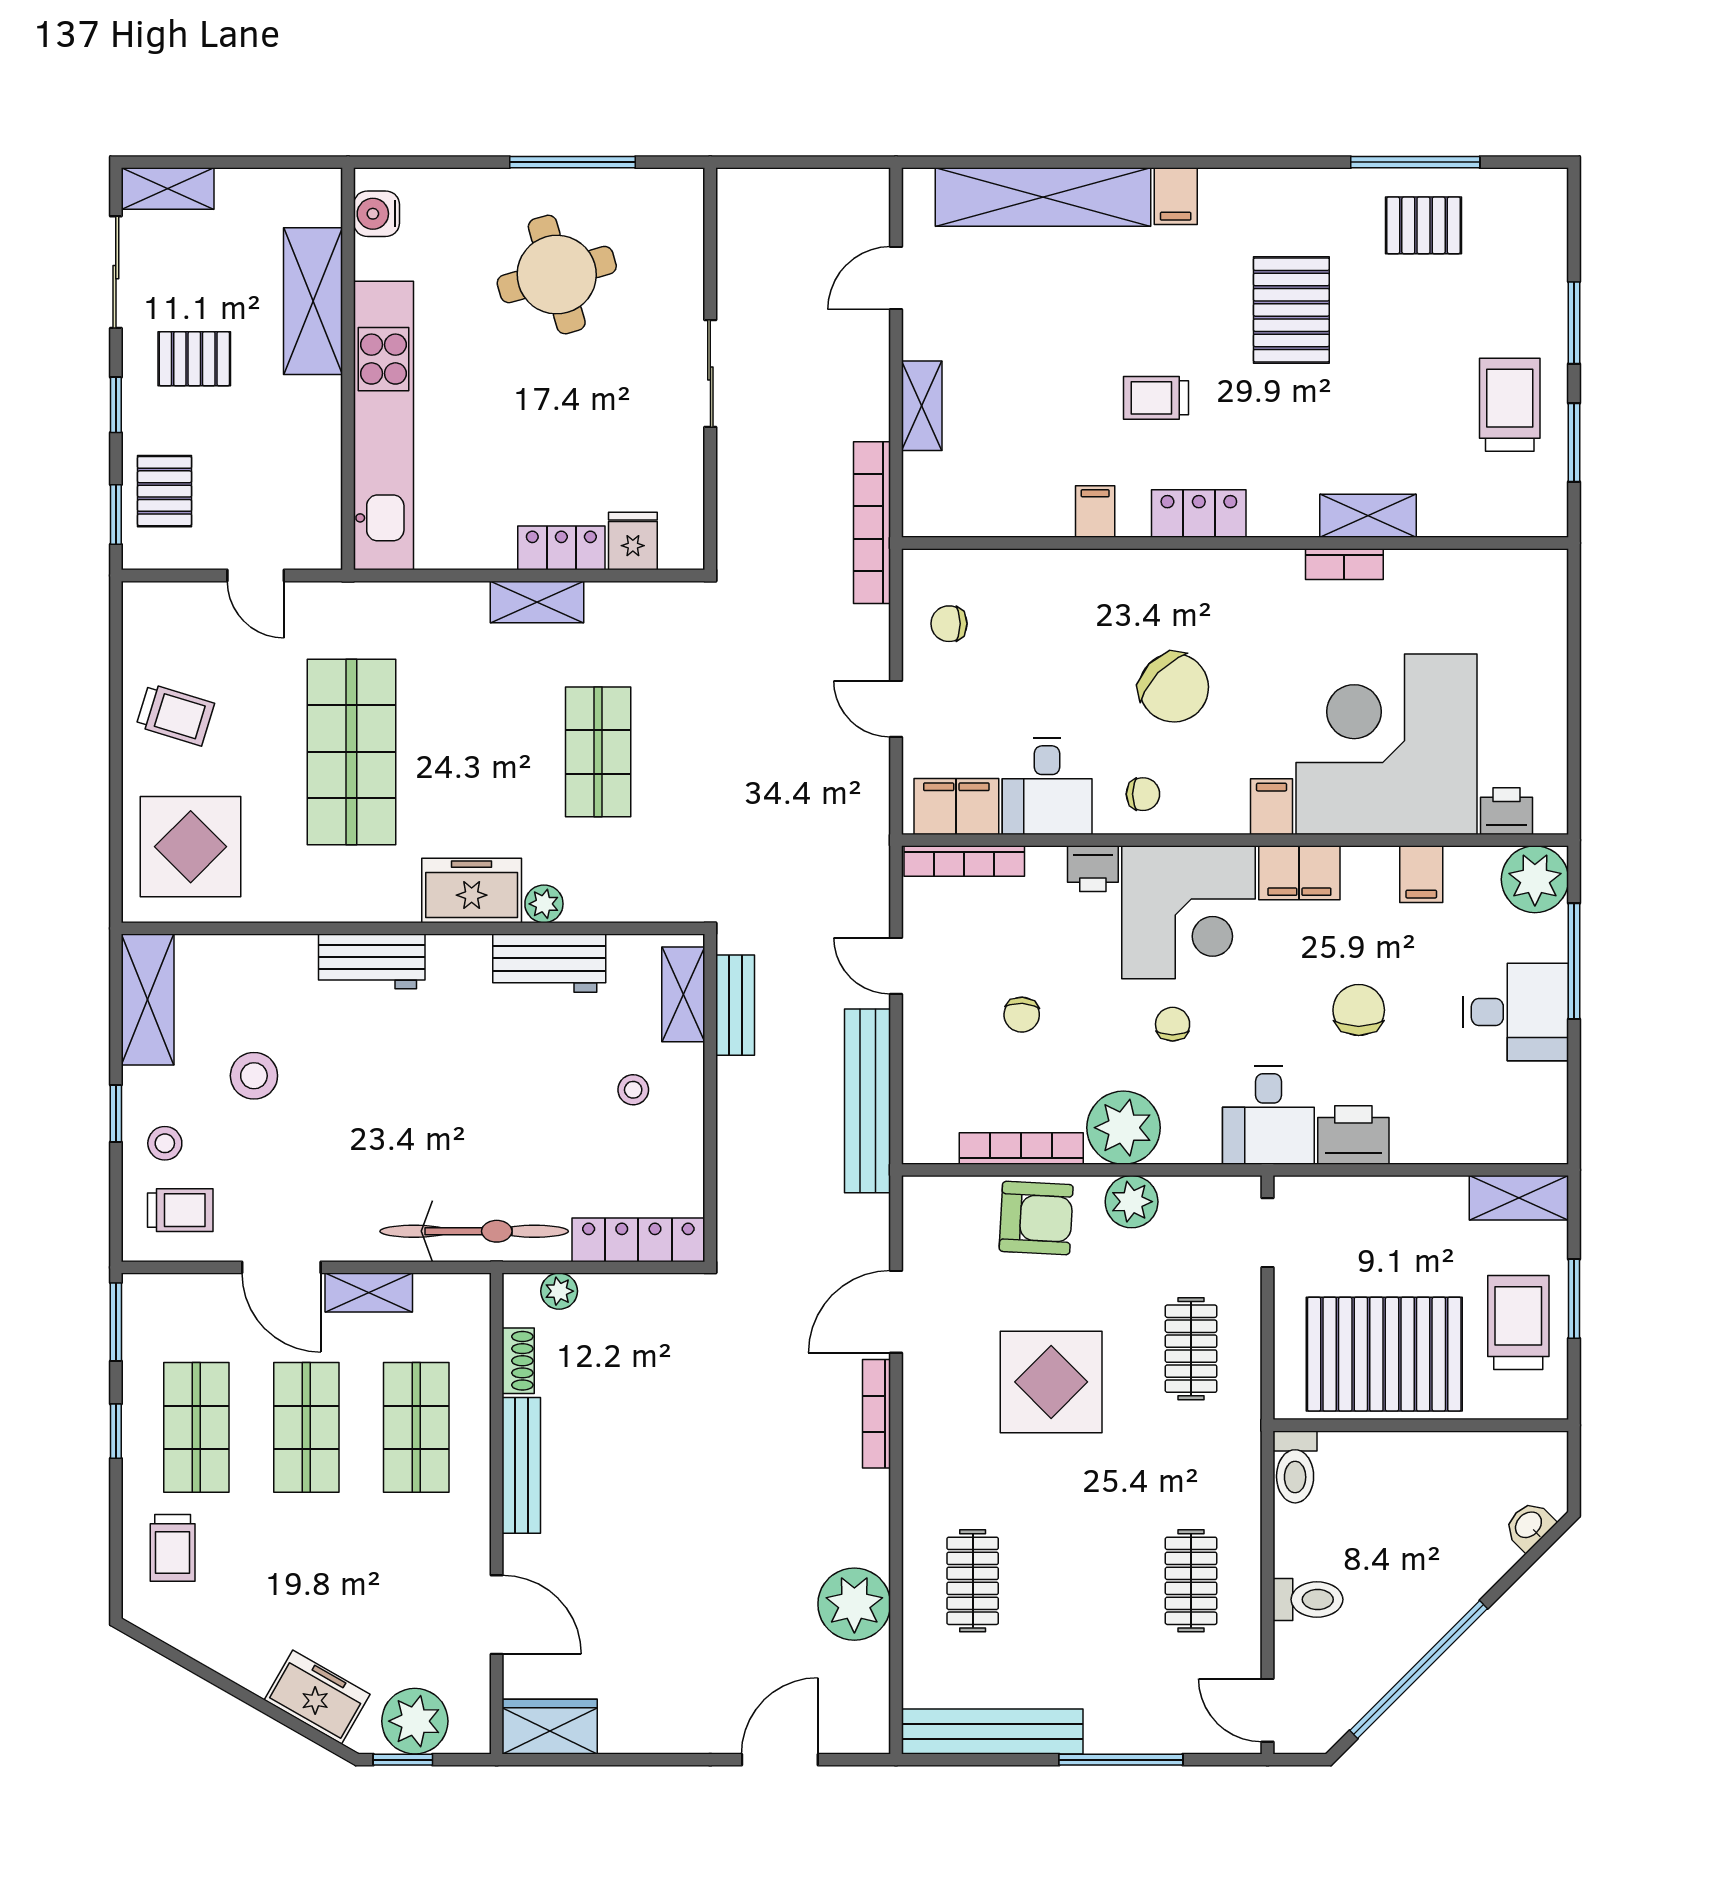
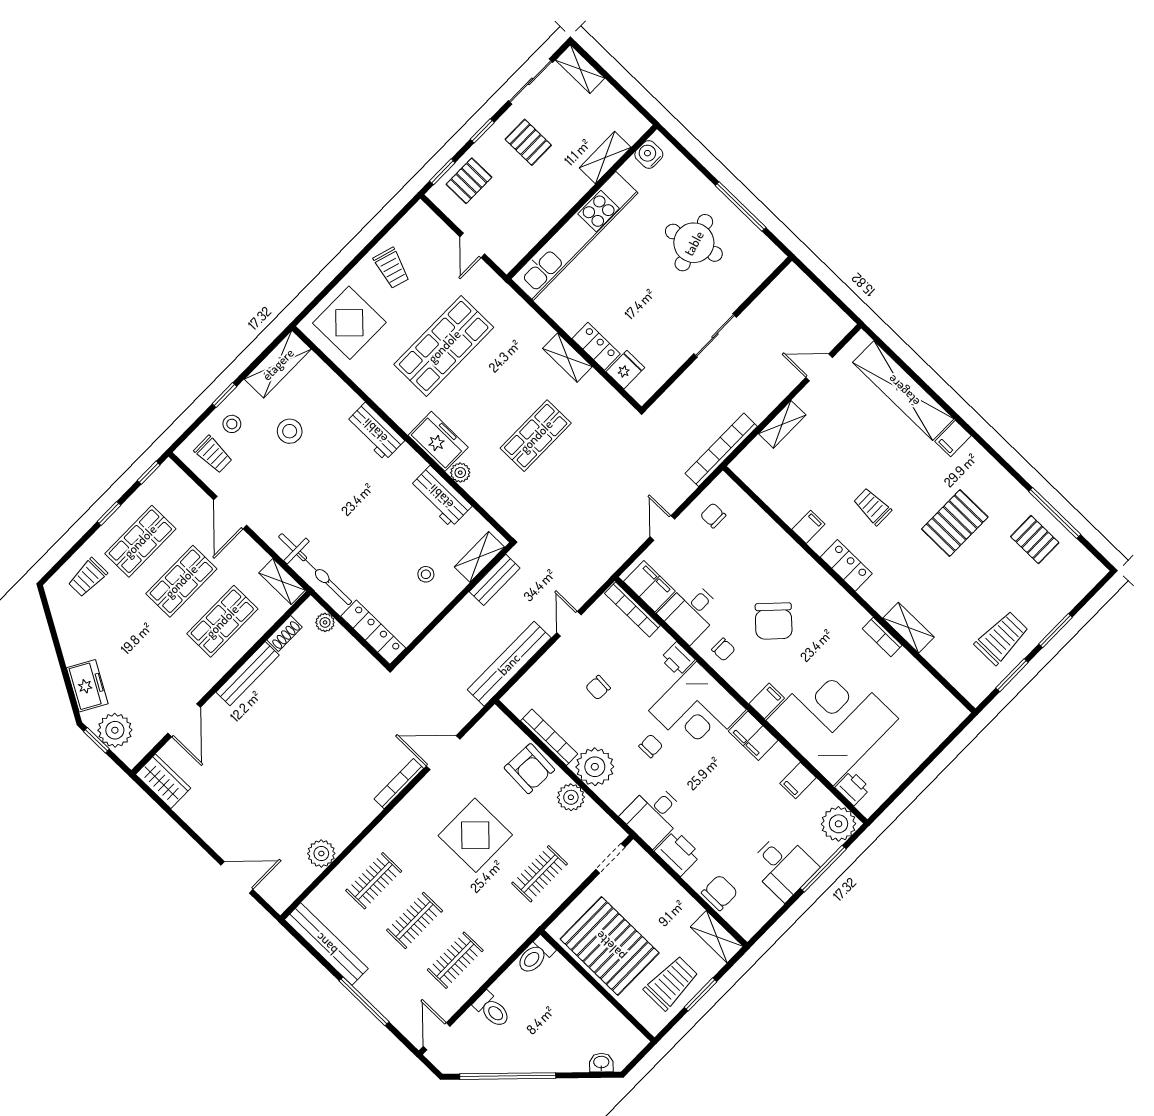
shelving: (313, 301) -> (605, 158), width x0.67, depth x0.75
chair: (1359, 1010) -> (720, 893), moved
shelving: (369, 1293) -> (282, 581), moved
window: (116, 1322) -> (149, 473), width x0.67
clothes rail: (1082, 1581) -> (414, 920), added
plant: (854, 1604) -> (321, 853), width x0.73, depth x0.73

